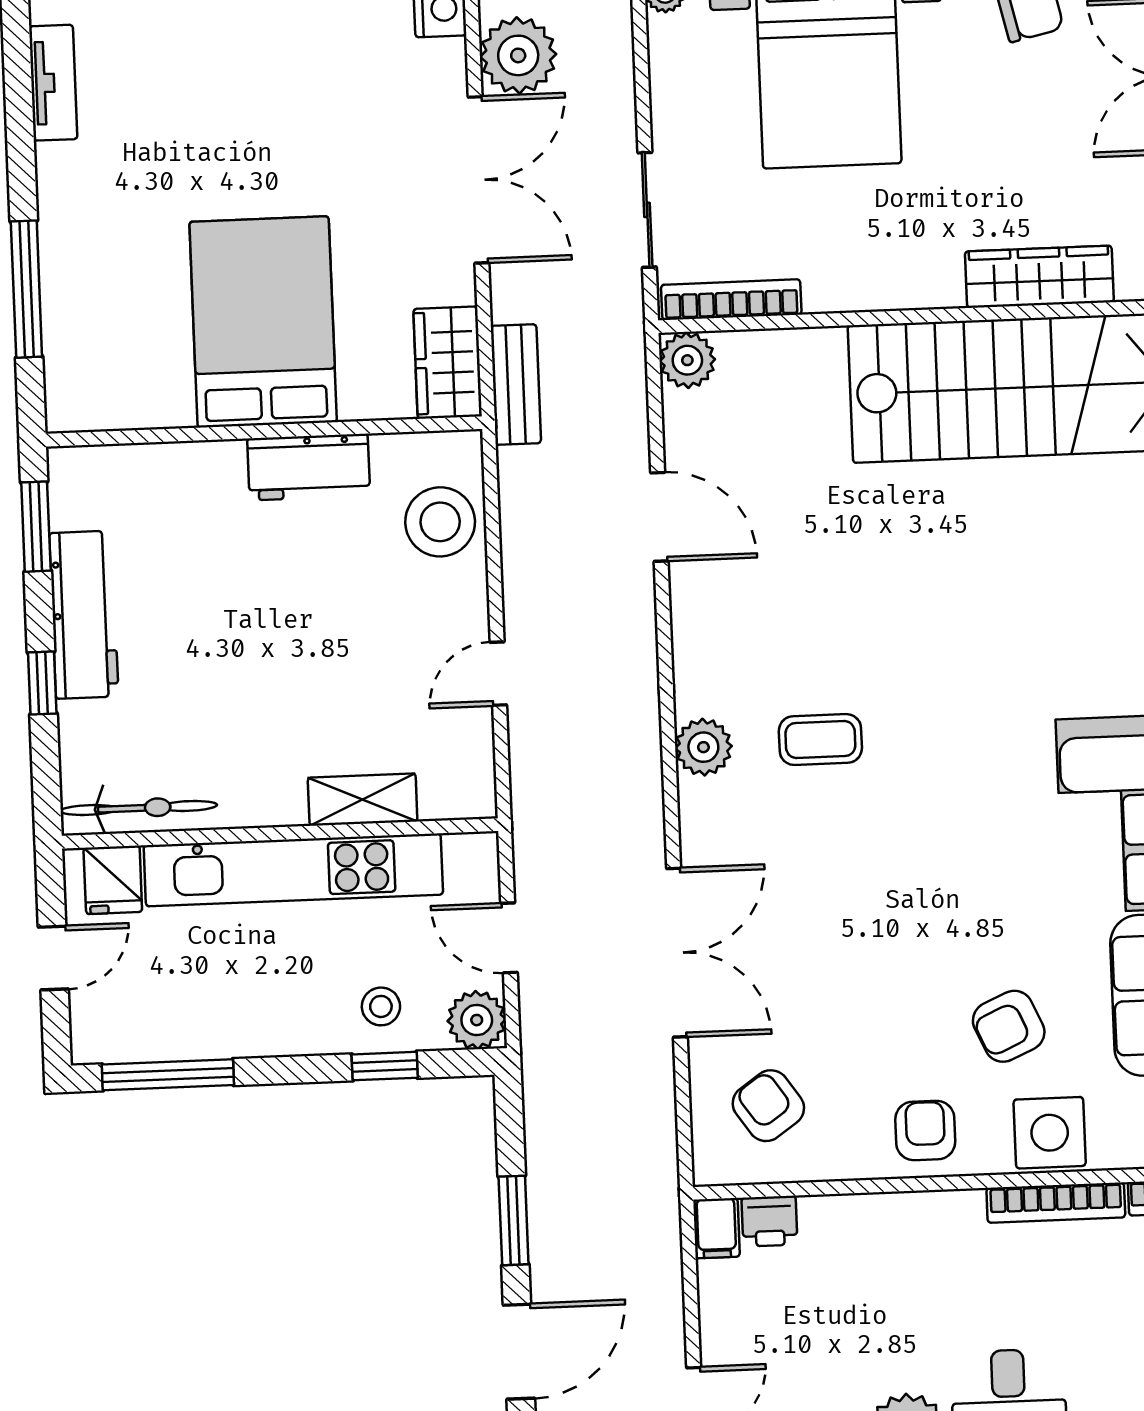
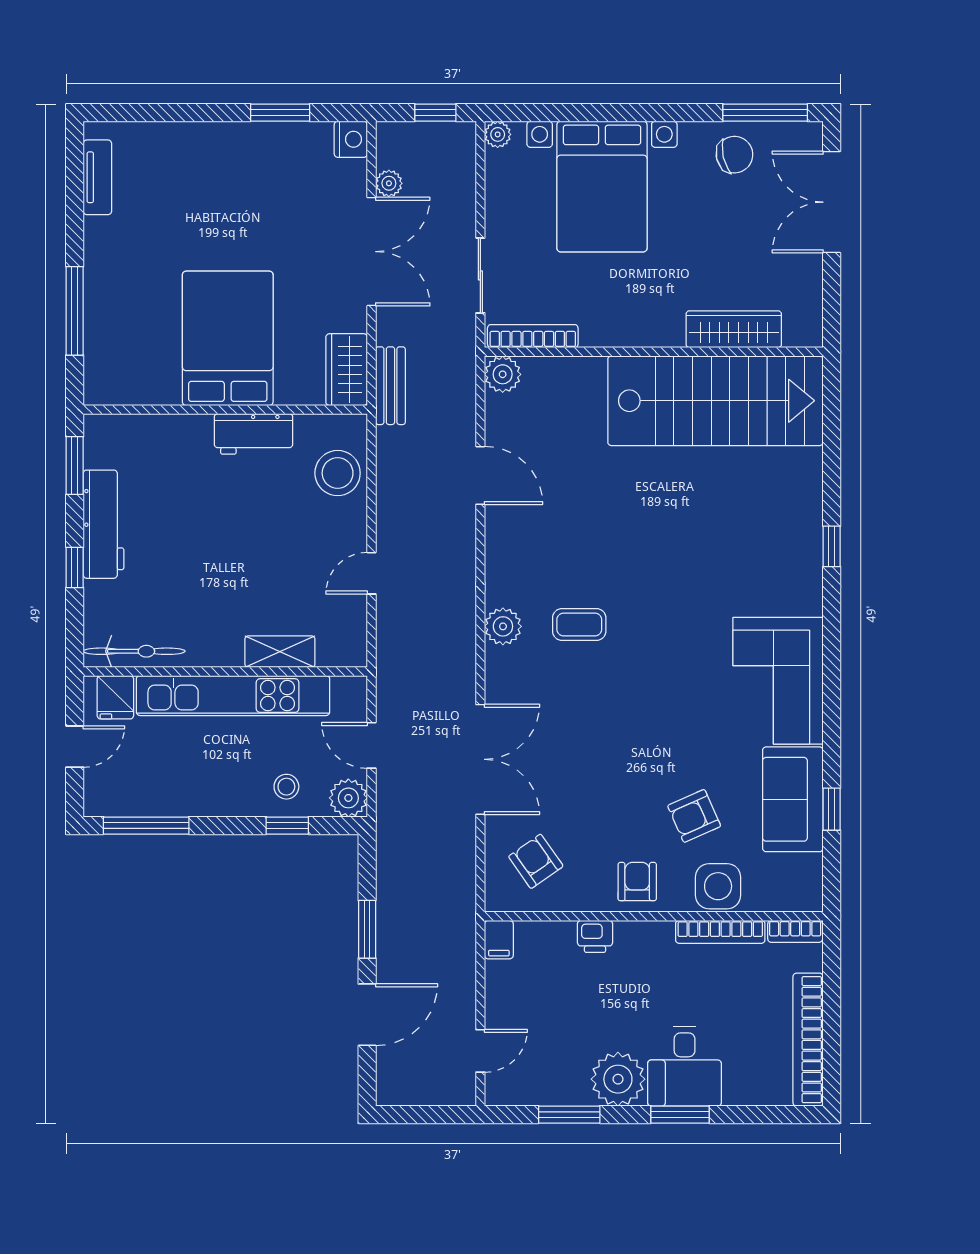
plant: (518, 55) -> (389, 183), width x0.53, depth x0.53
printer: (770, 1221) -> (595, 936), moved

